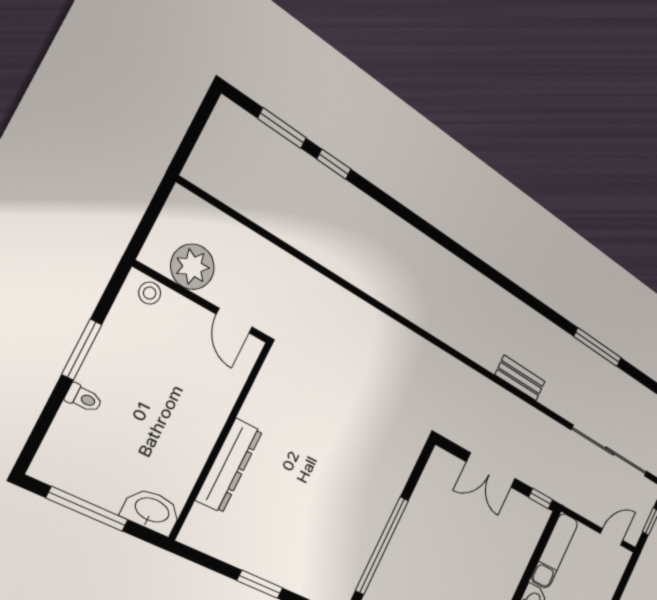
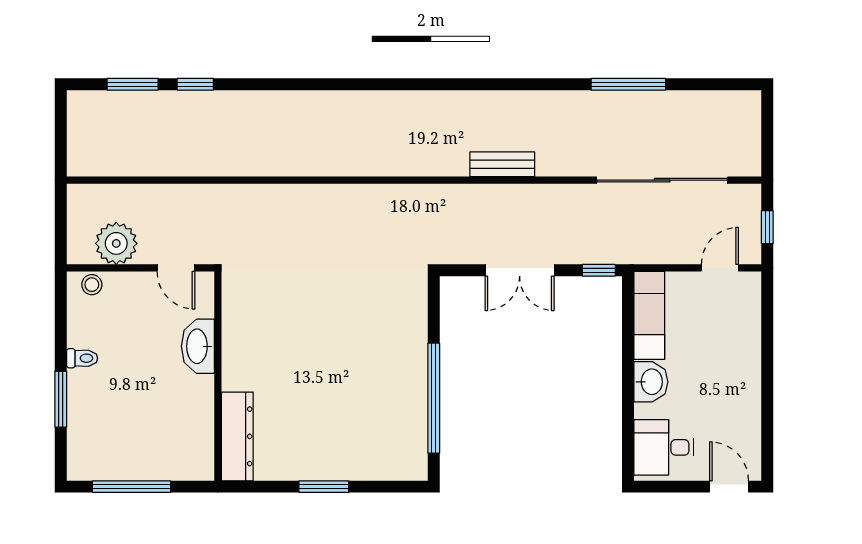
window: (598, 347) -> (628, 84), moved
window: (82, 350) -> (61, 399), moved
toilet: (84, 398) -> (82, 358), moved
dresser: (229, 466) -> (237, 436), moved
washbasin: (152, 511) -> (198, 346), moved, turned -90

